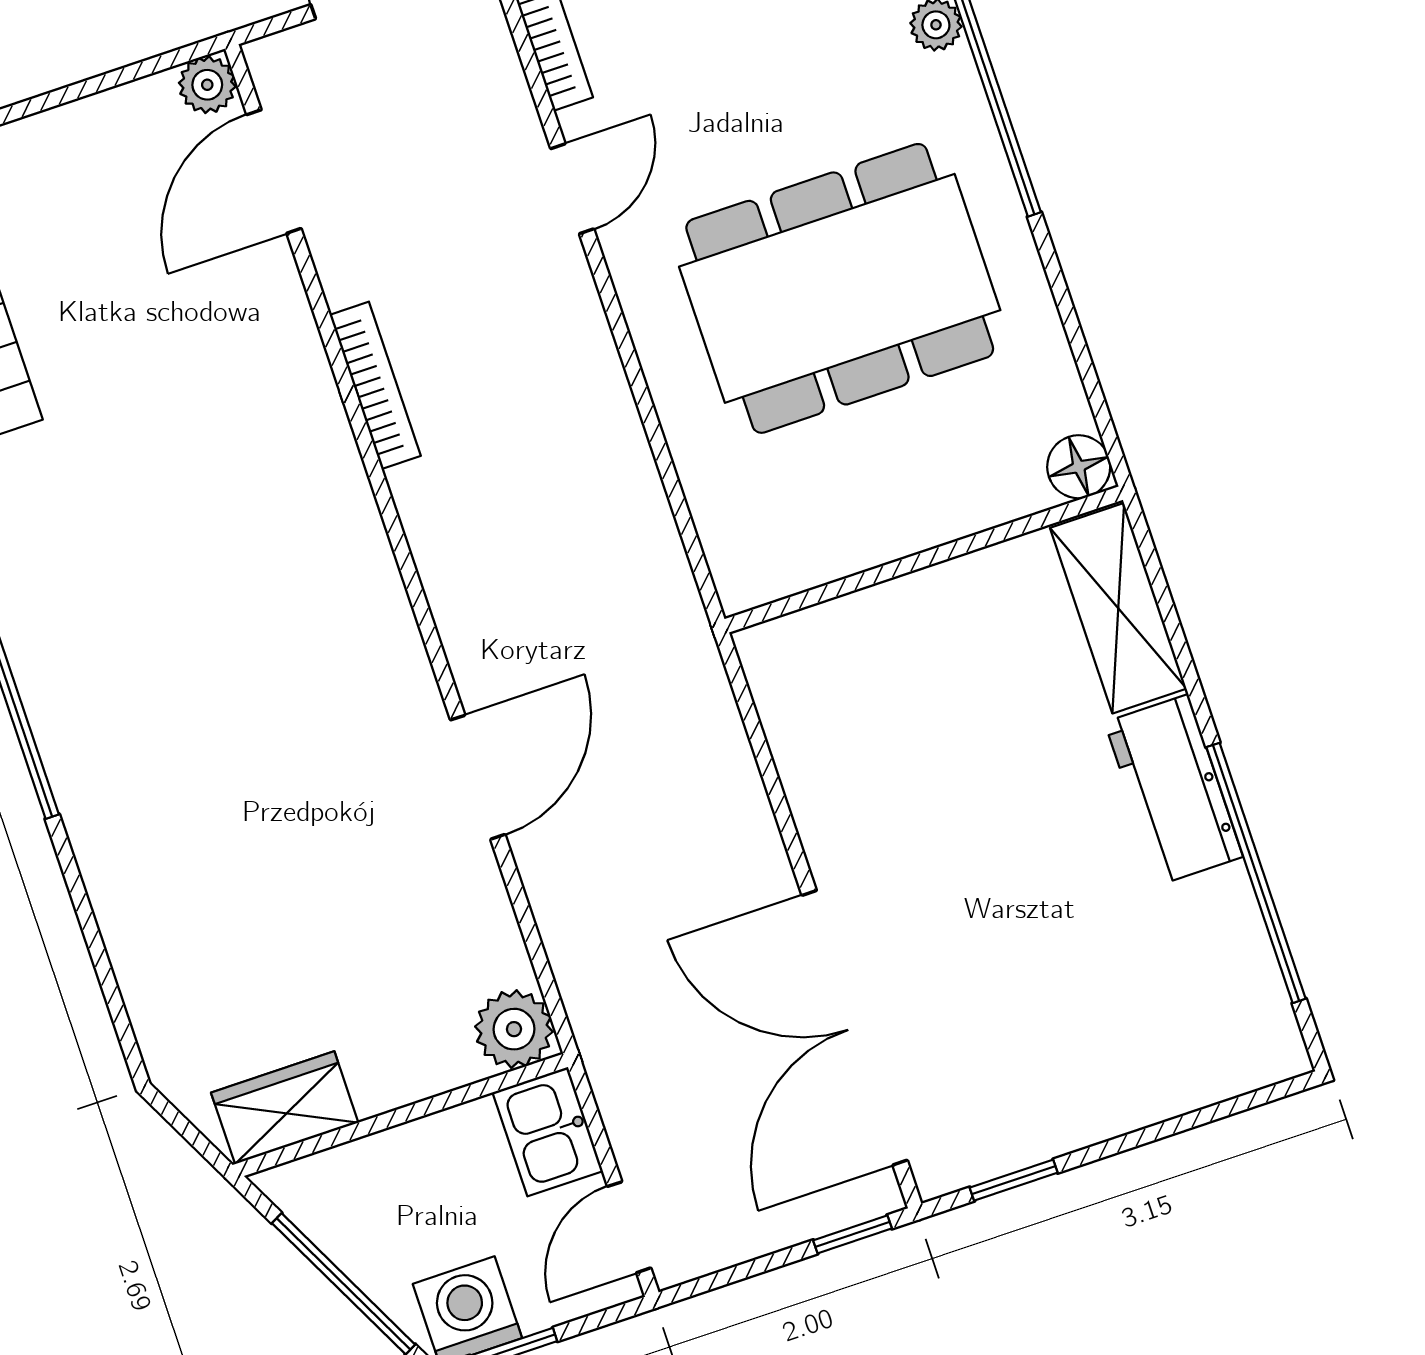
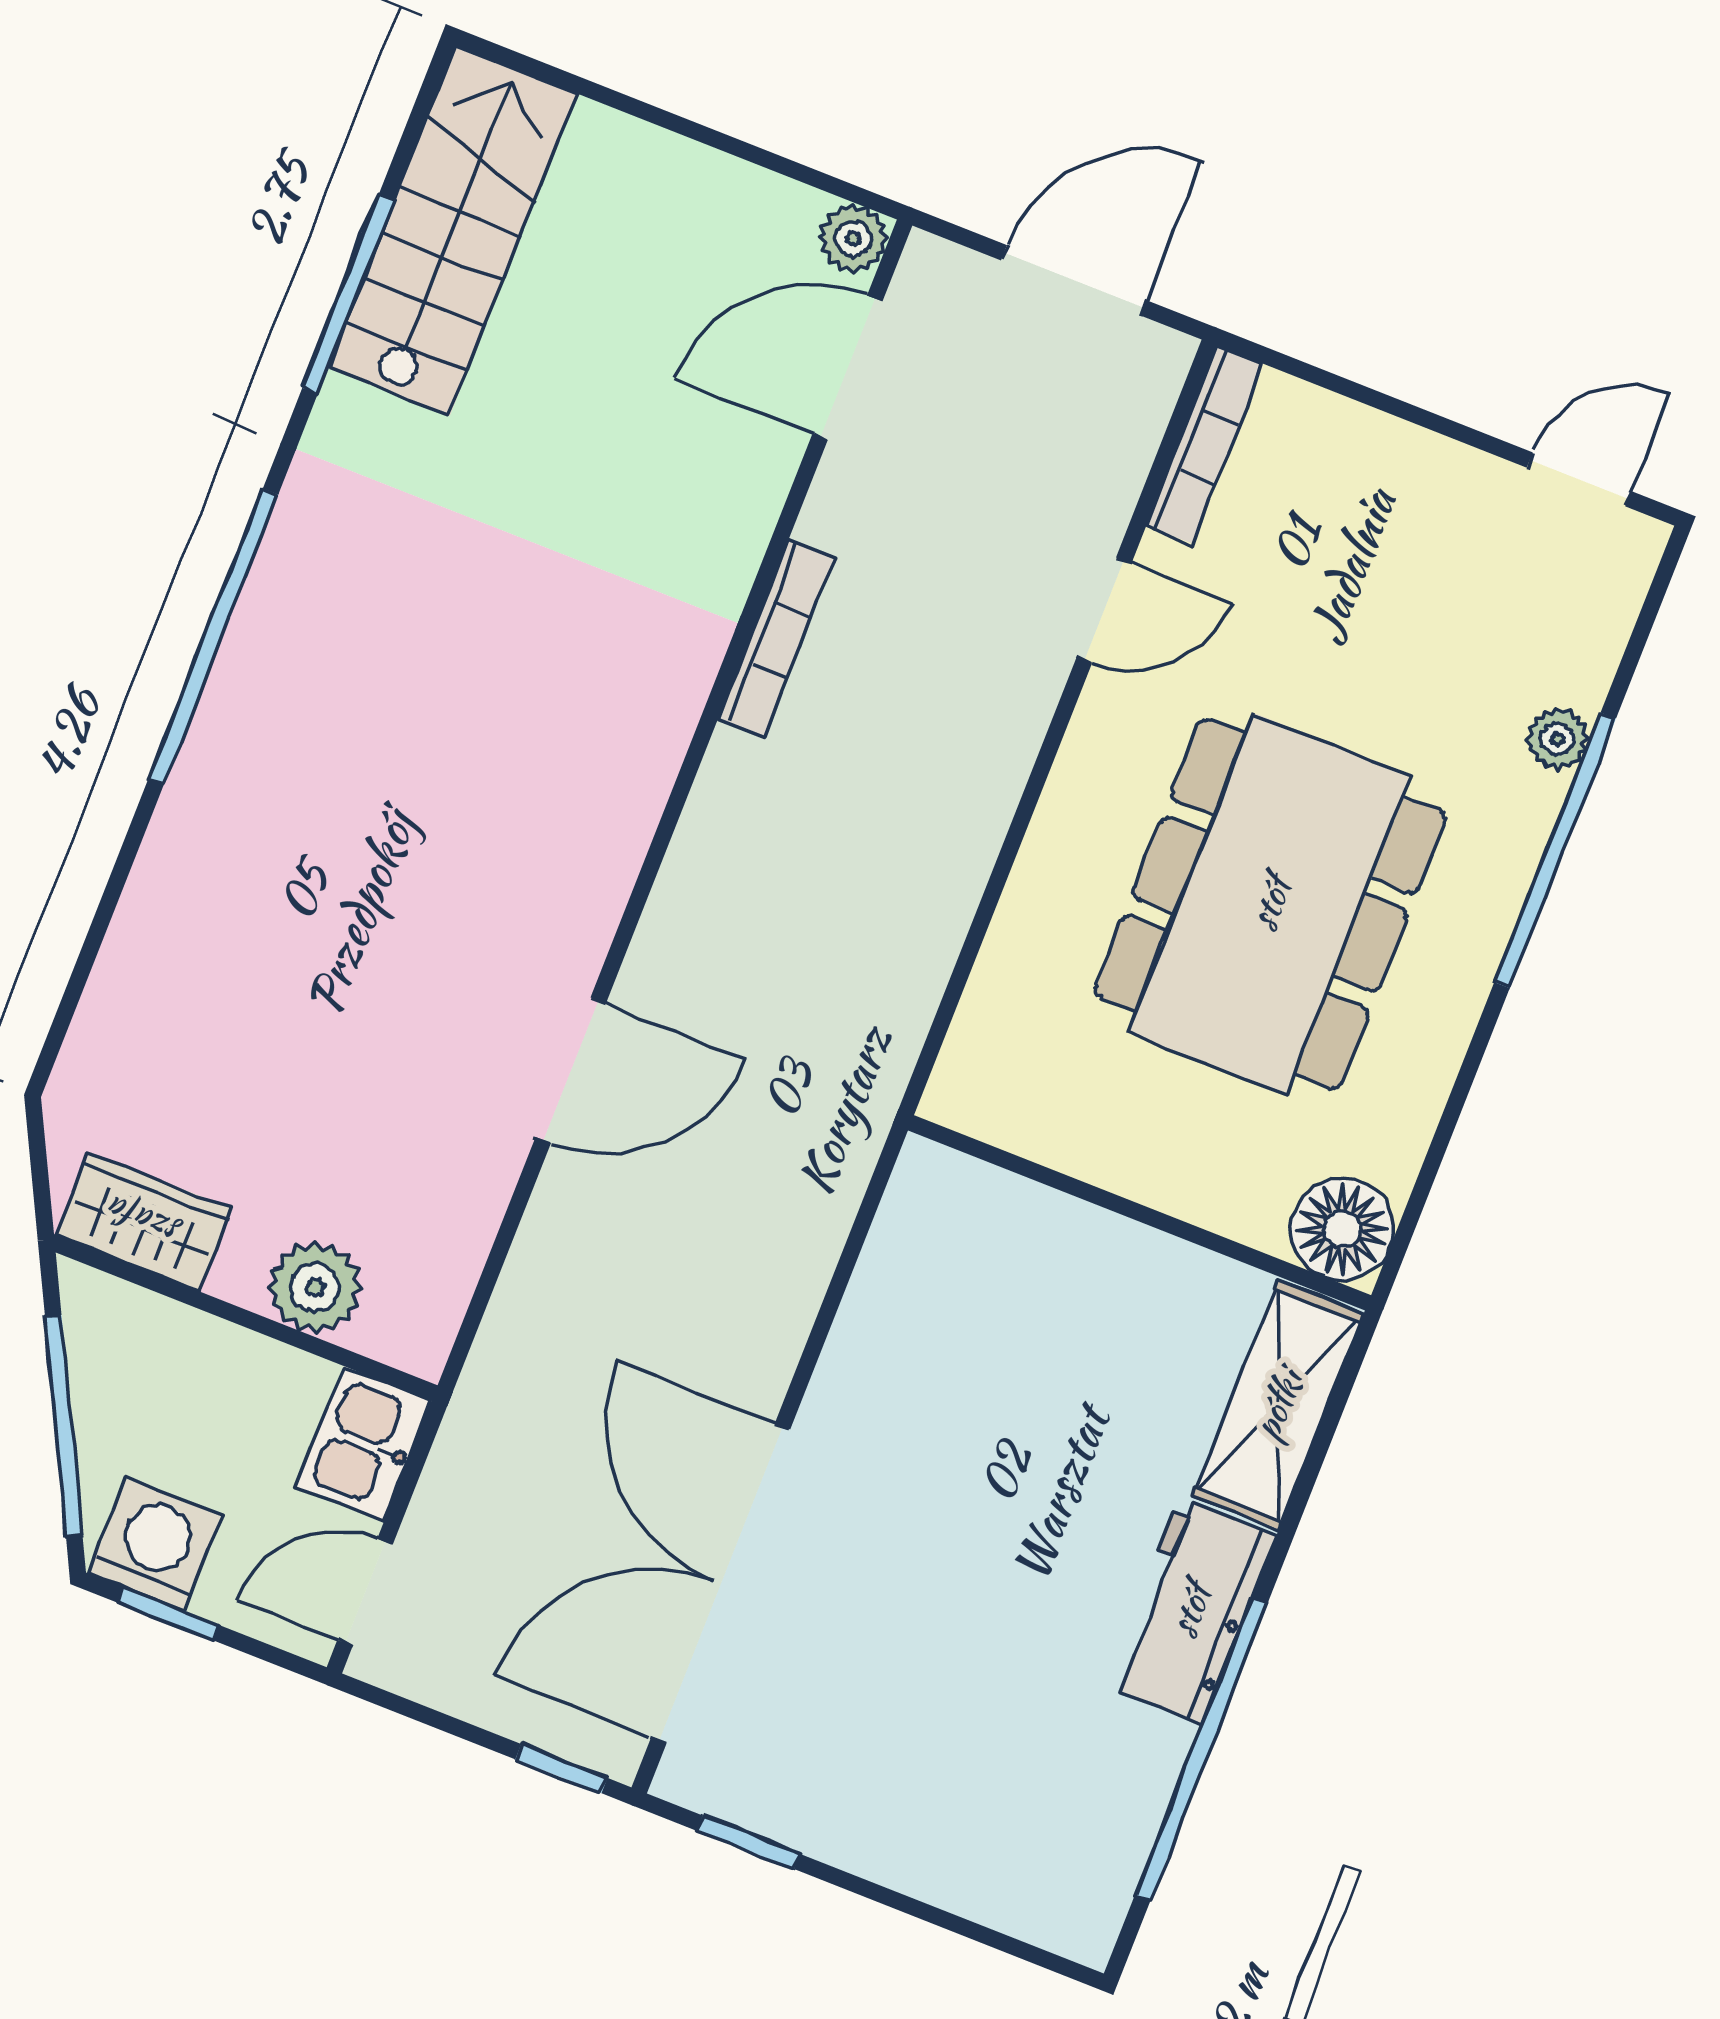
dining table: (840, 288) -> (1270, 904), turned 90
floor lamp: (1079, 467) -> (1342, 1229), width x1.38, depth x1.38
plant: (514, 1029) -> (315, 1288), moved

